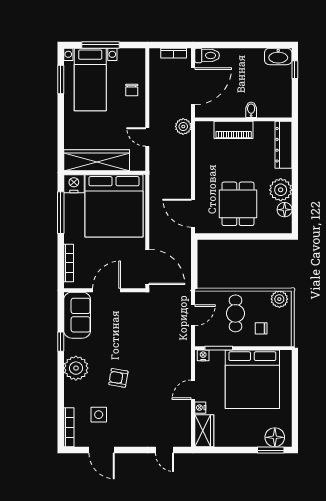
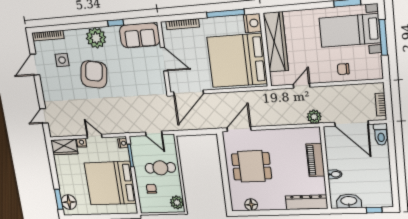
washbasin: (278, 56) -> (349, 201), moved, turned 90
plant: (281, 190) -> (268, 201), removed
armchair: (118, 378) -> (94, 74), width x1.88, depth x1.88

